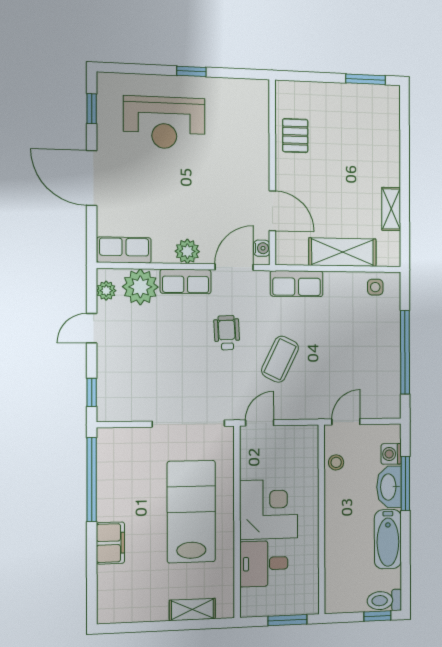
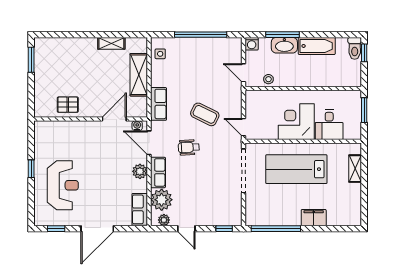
washing machine: (391, 454) -> (252, 44), moved

